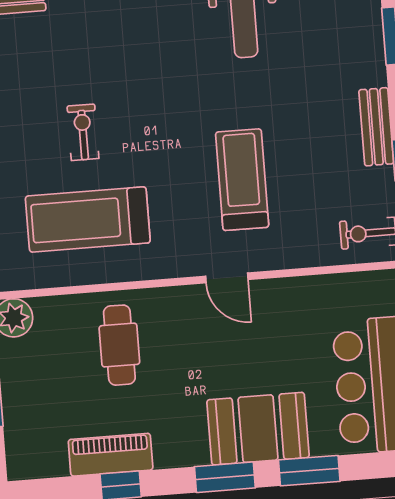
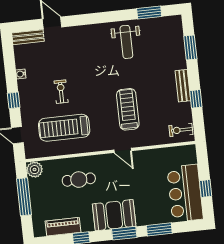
cafe table: (119, 345) -> (79, 180), turned 90
booth: (258, 429) -> (114, 215), moved
piano: (111, 455) -> (63, 227), moved

